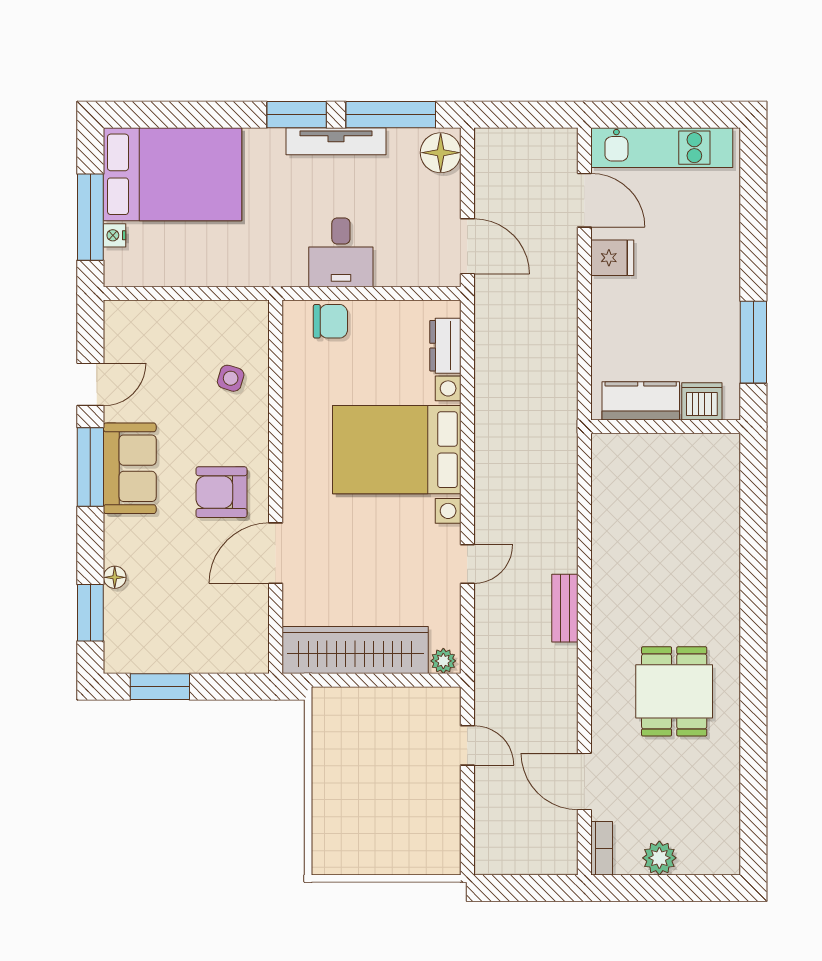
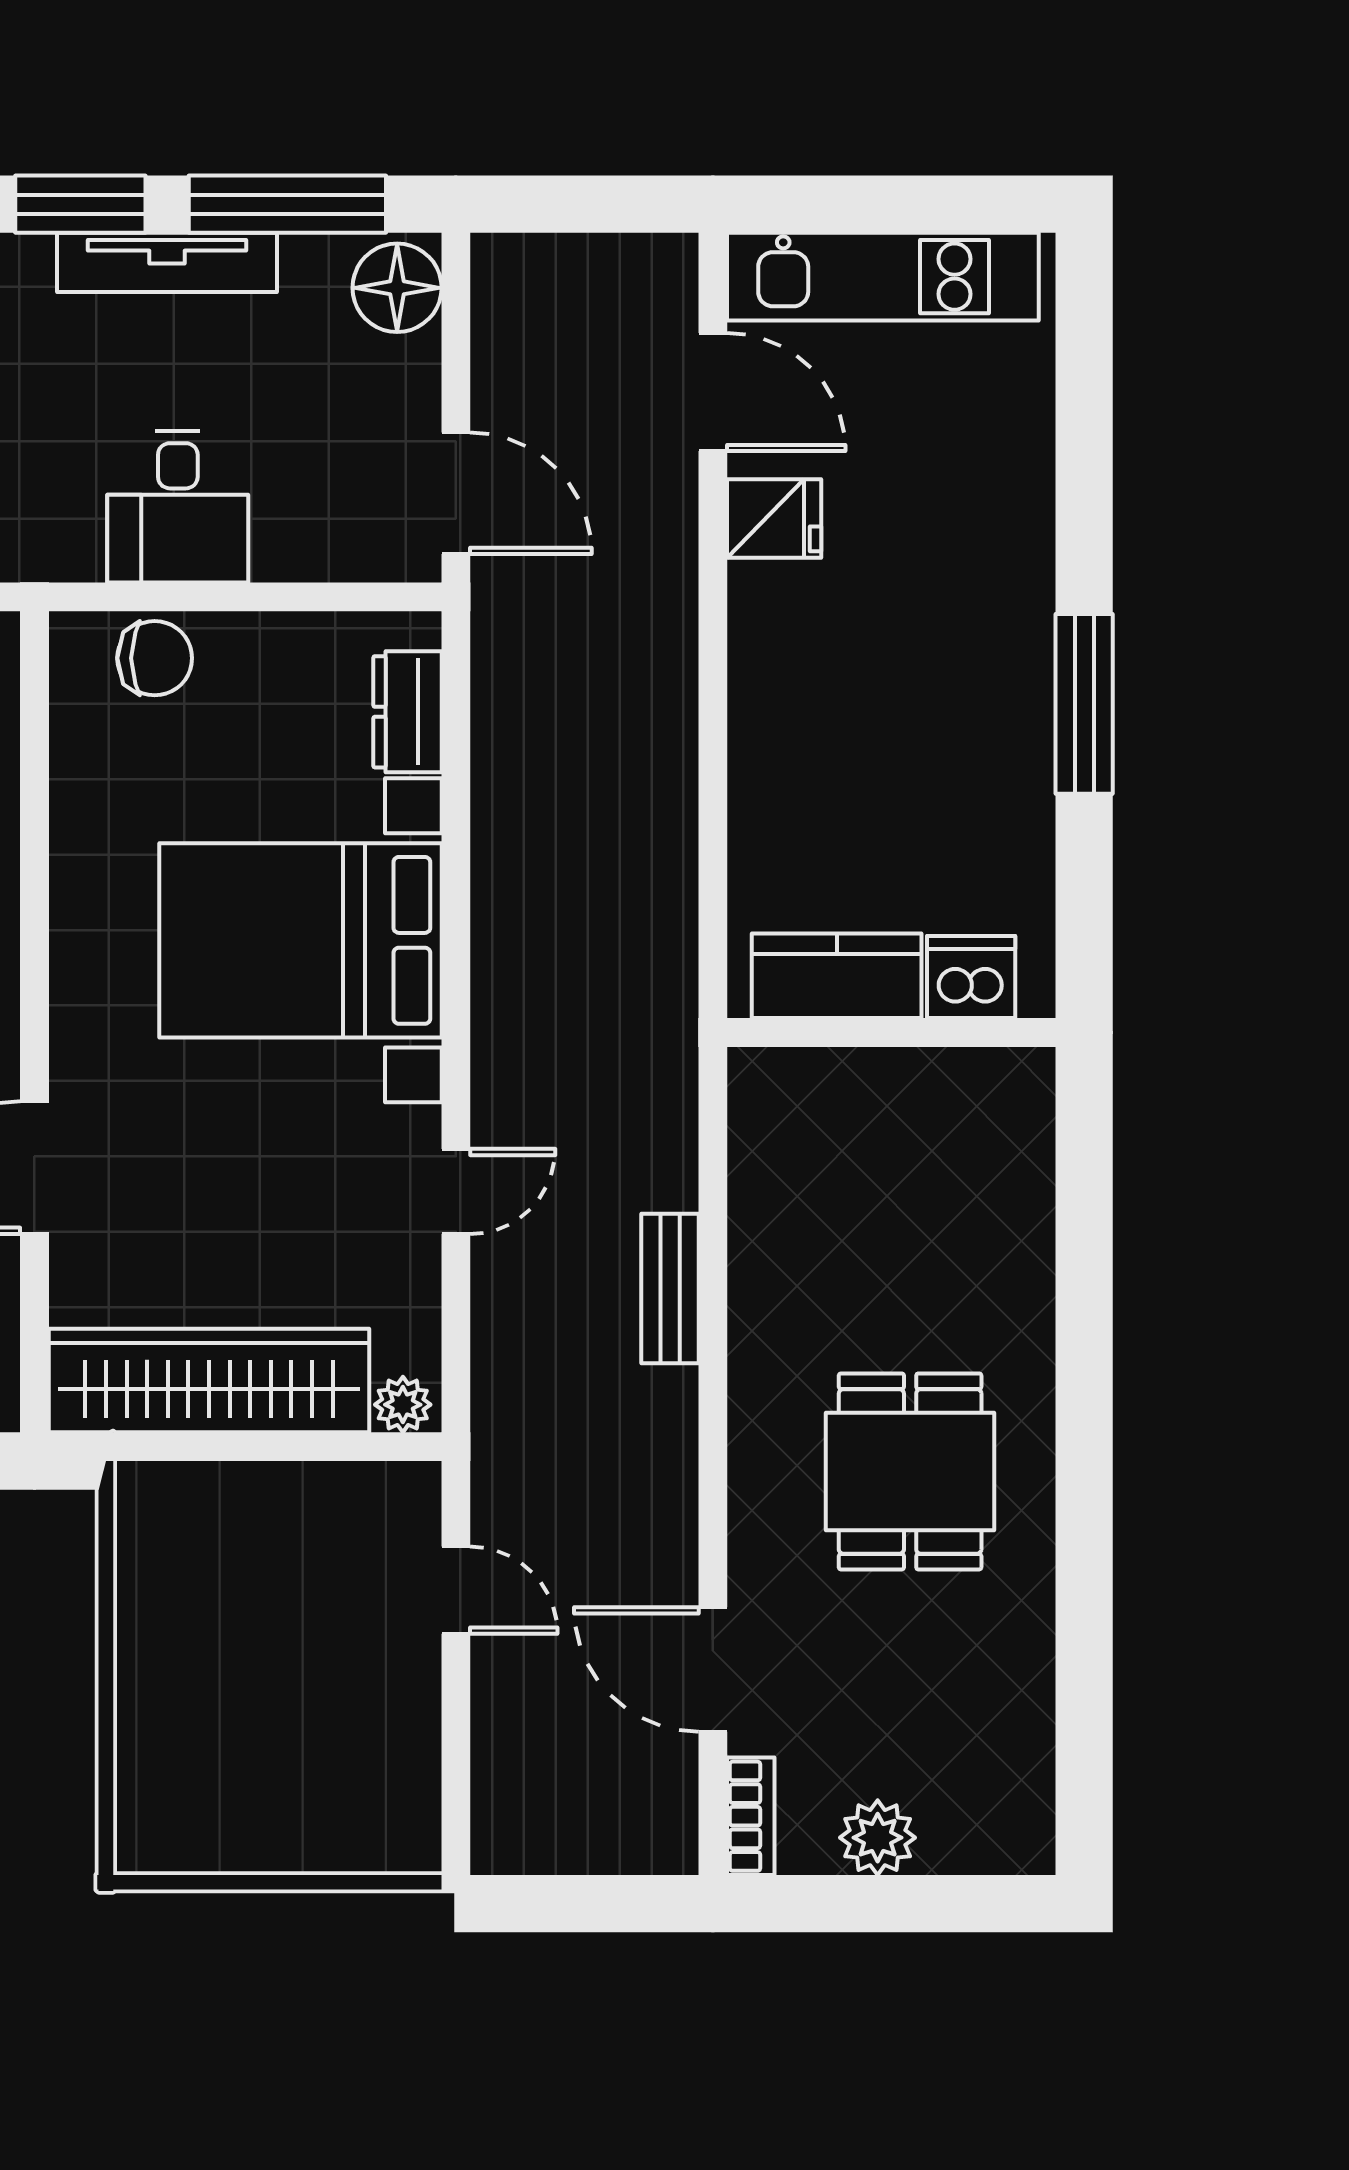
kitchen counter: (641, 401) -> (837, 976), moved
dishwasher: (702, 401) -> (971, 977), moved
wall: (666, 427) -> (891, 1032), moved

